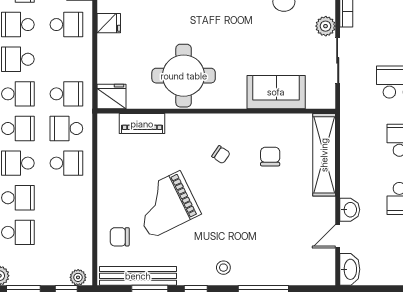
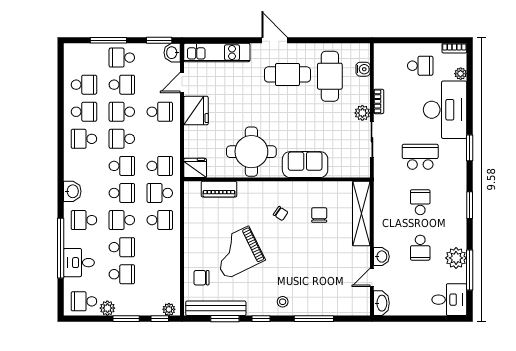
fridge: (109, 23) -> (196, 111), width x1.88, depth x1.34
sofa: (276, 92) -> (305, 165), moved

